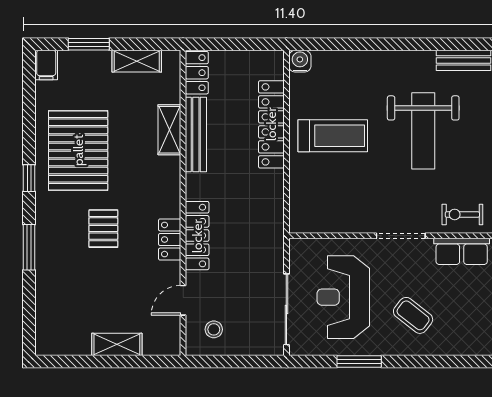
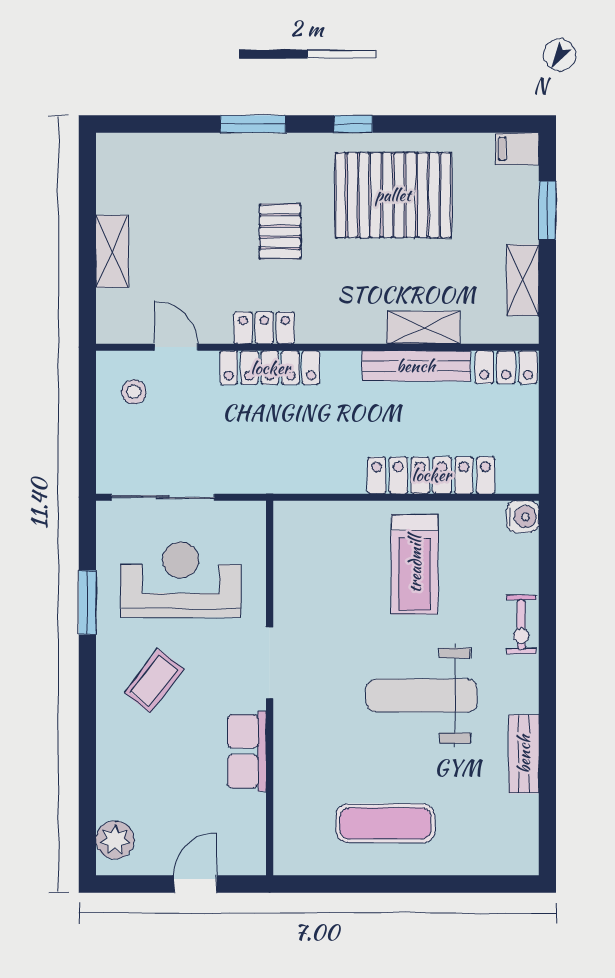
exercise bike: (462, 214) -> (521, 625), moved, turned 180
pallet: (103, 229) -> (280, 232), turned 90

